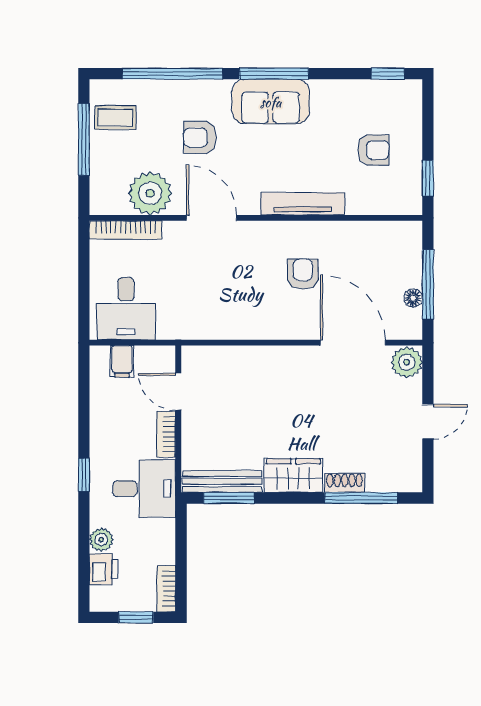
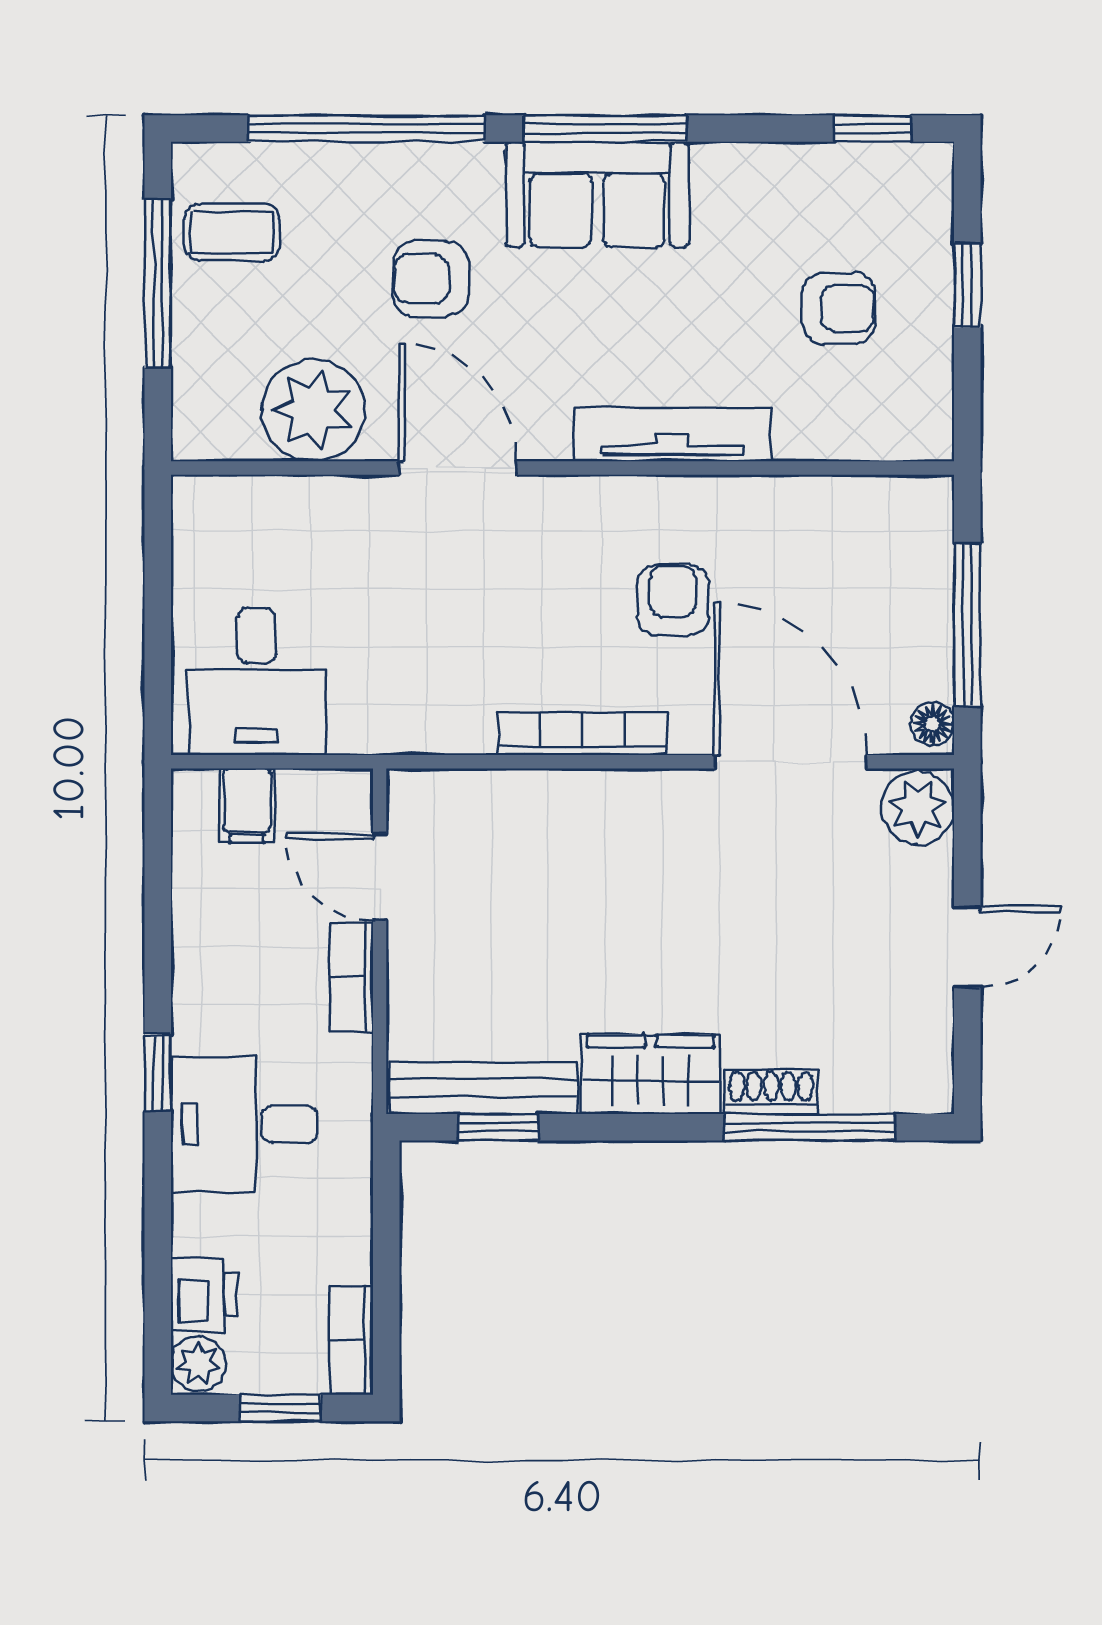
window: (428, 178) -> (967, 285), moved
bookcase: (125, 230) -> (582, 734), moved, turned 180
floor lamp: (413, 298) -> (932, 724), moved
desk: (144, 489) -> (244, 1124), moved, turned 180
window: (229, 498) -> (499, 1127), width x0.67
plant: (101, 540) -> (198, 1364), moved

